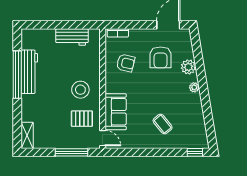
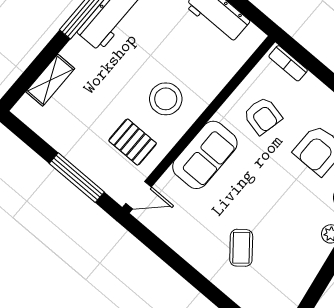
sofa: (116, 112) -> (205, 155), moved
shelving: (27, 135) -> (50, 80), moved
door: (103, 138) -> (139, 195), hinge flipped

